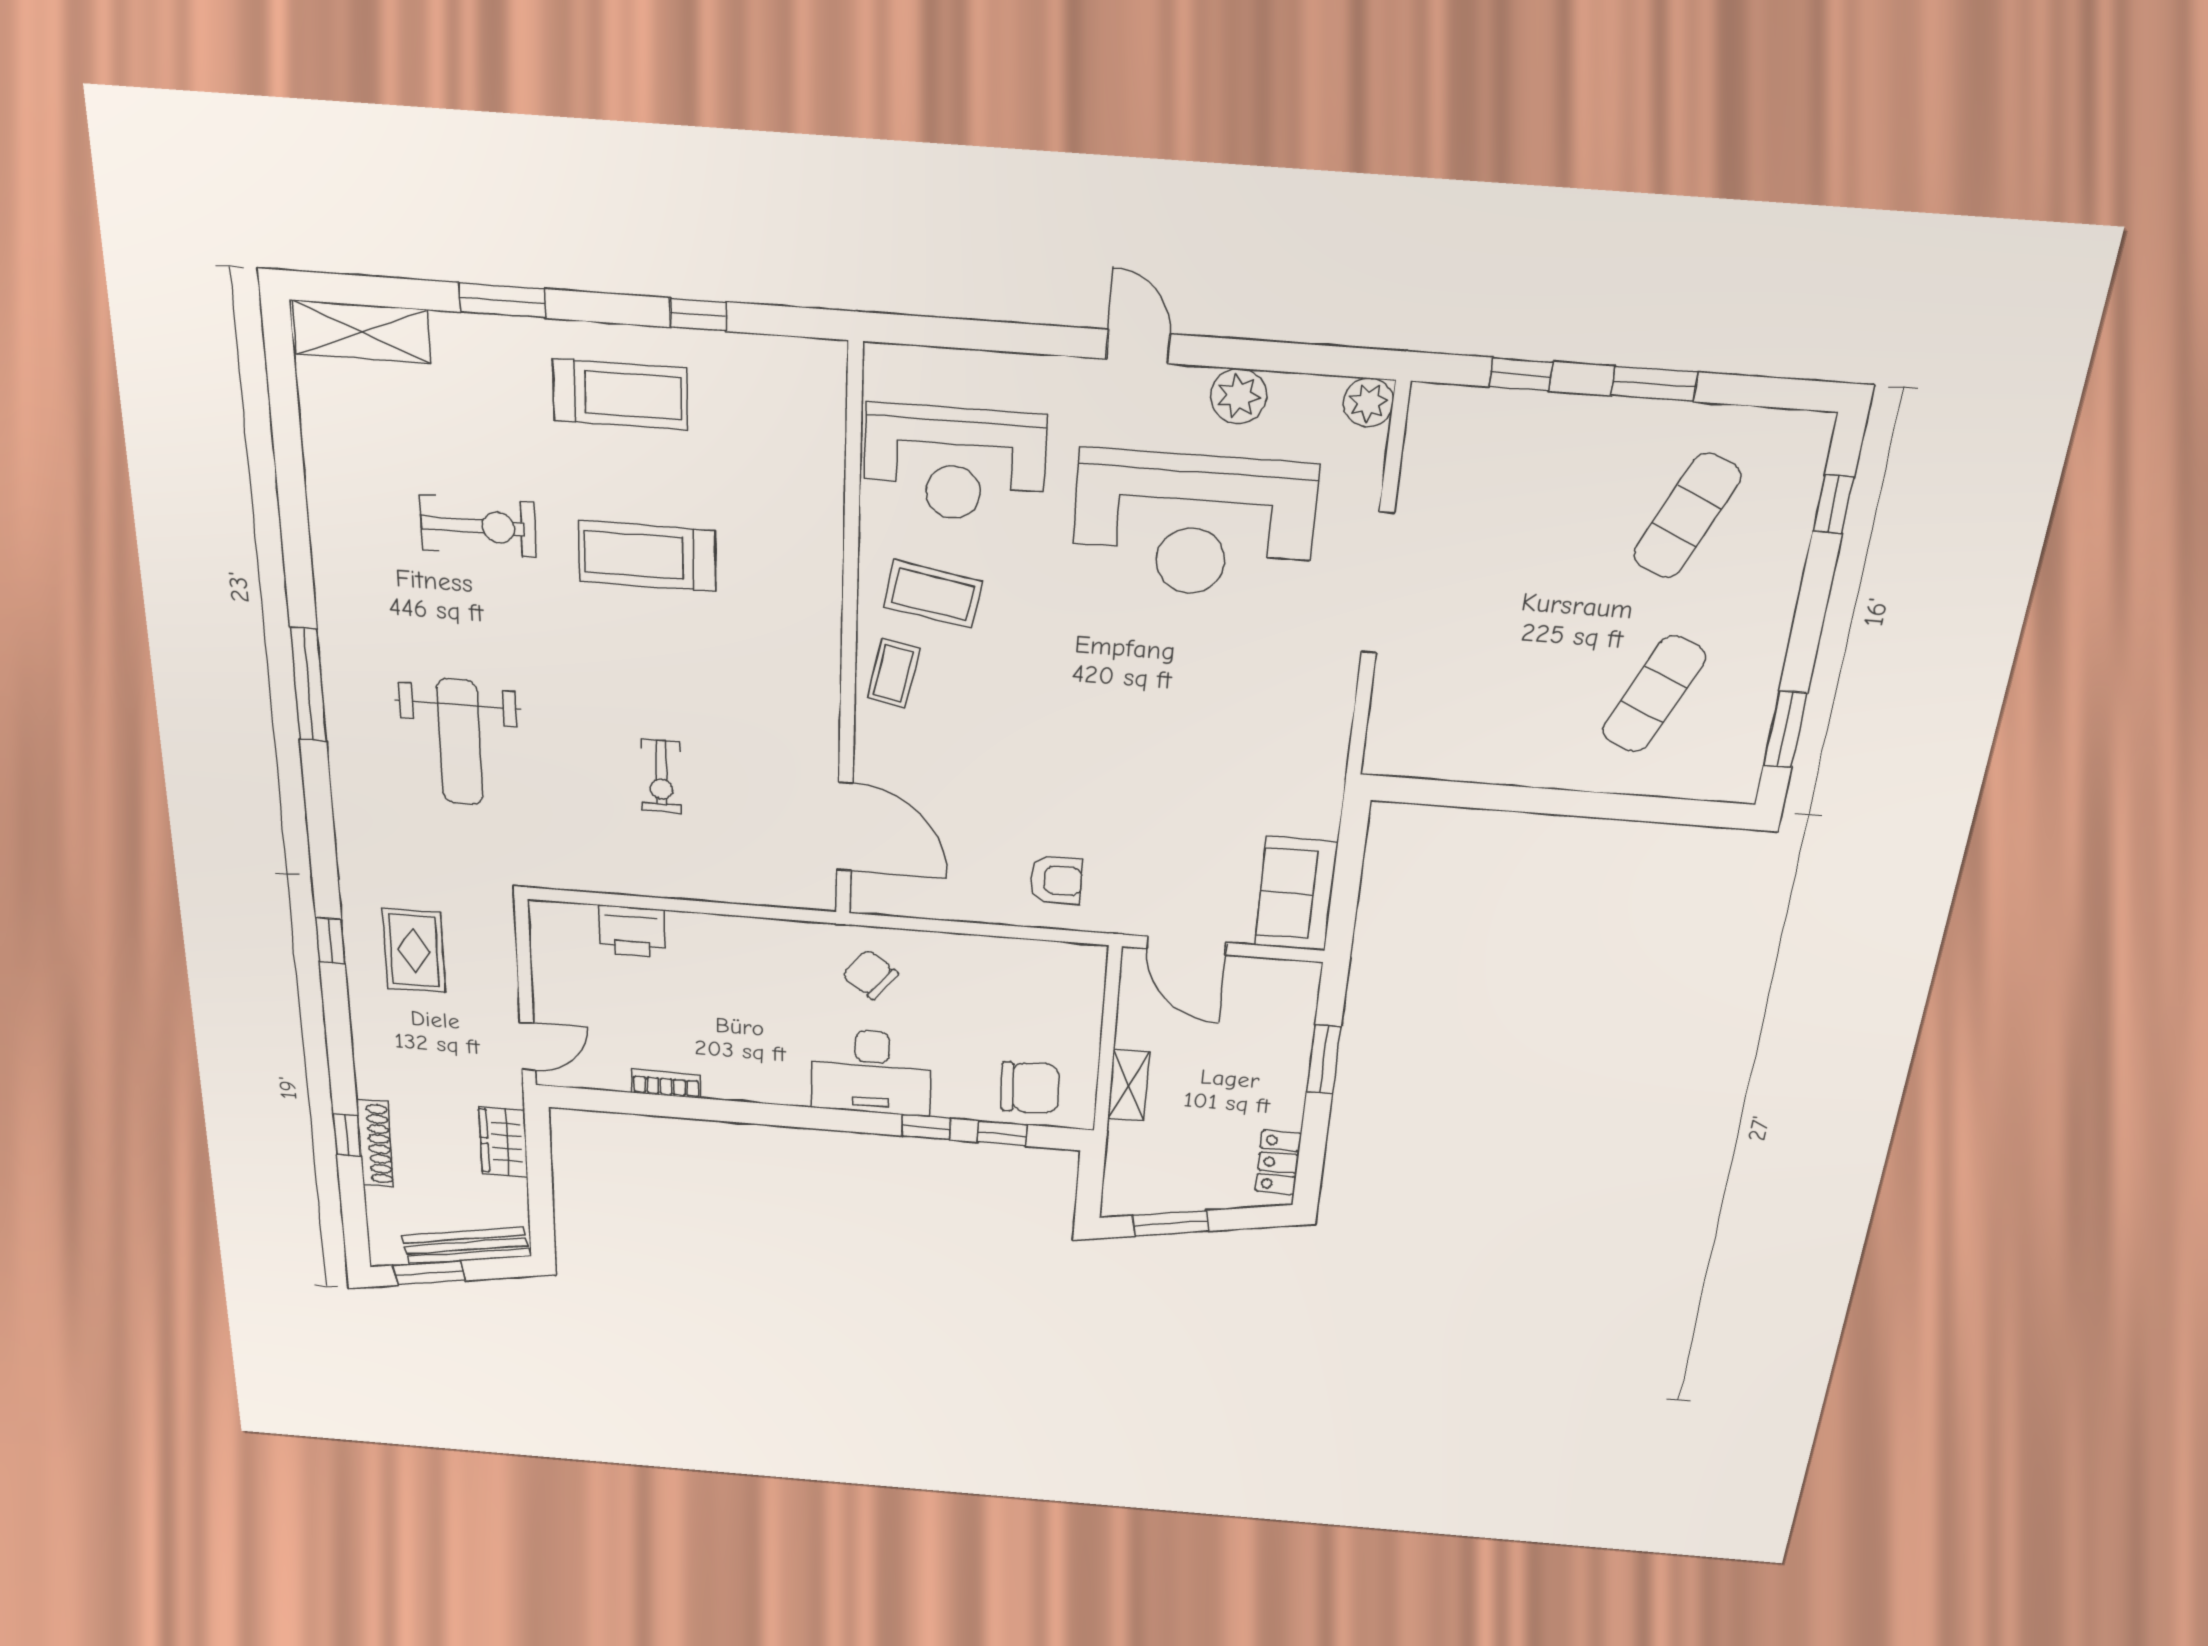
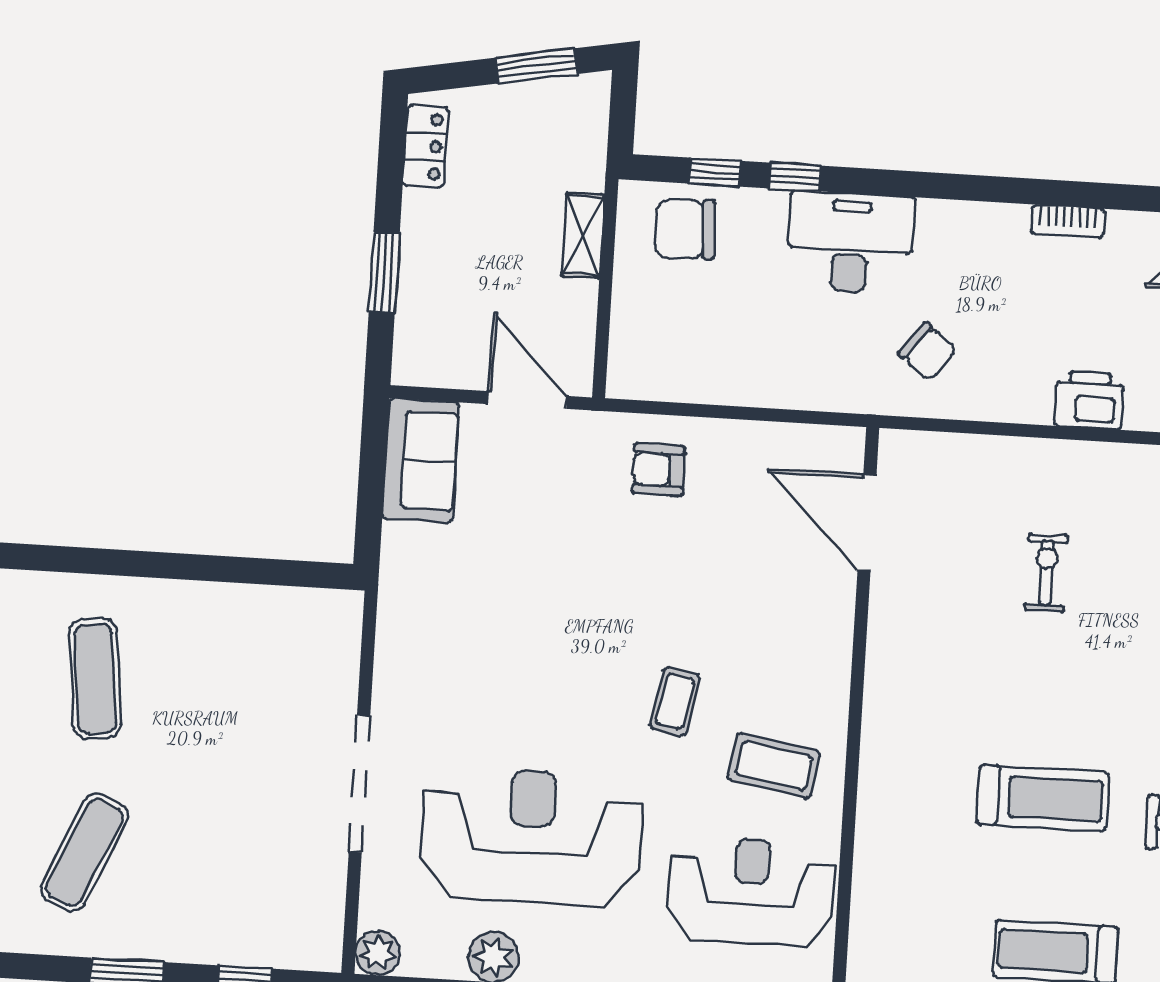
coffee table: (893, 673) -> (675, 702), moved
exercise mat: (1654, 694) -> (95, 679), turned -30
chair: (870, 974) -> (928, 351), moved

